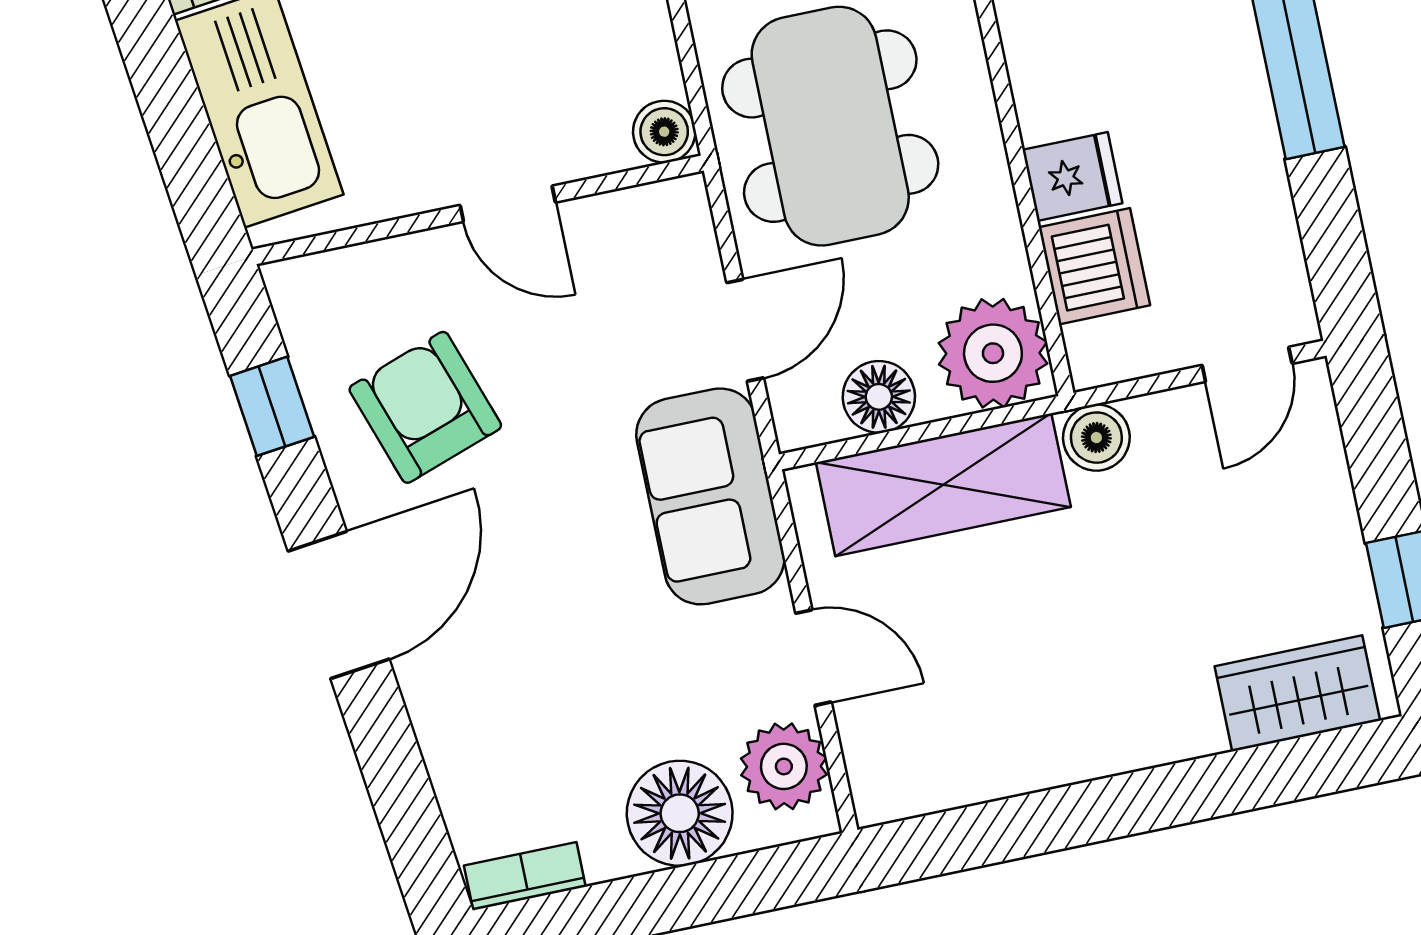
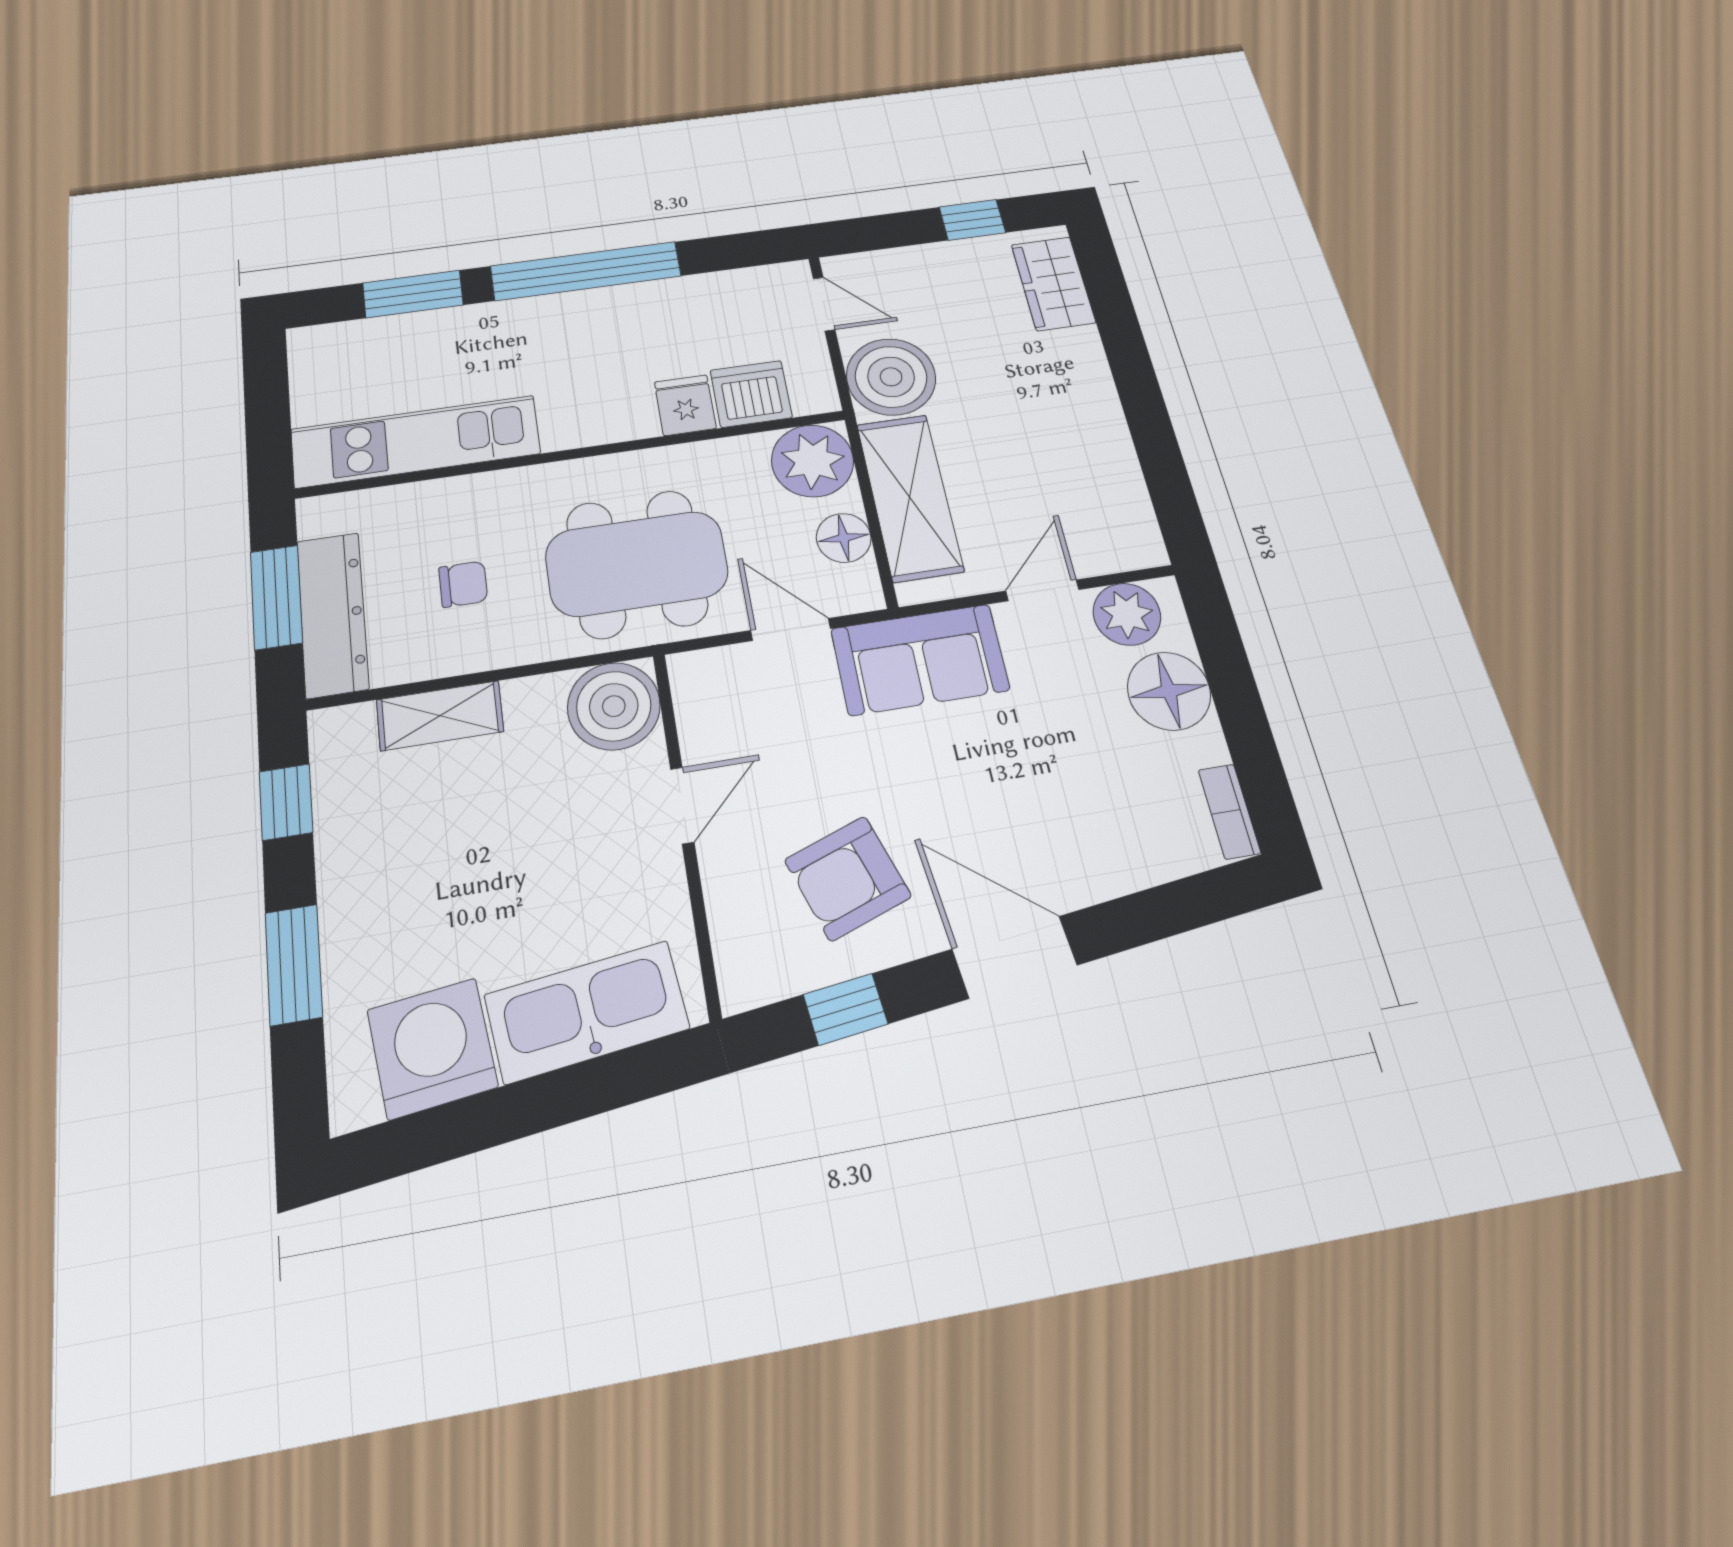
boiler: (664, 132) -> (614, 706), width x1.86, depth x1.86
boiler: (1096, 438) -> (891, 377), width x1.86, depth x1.86

